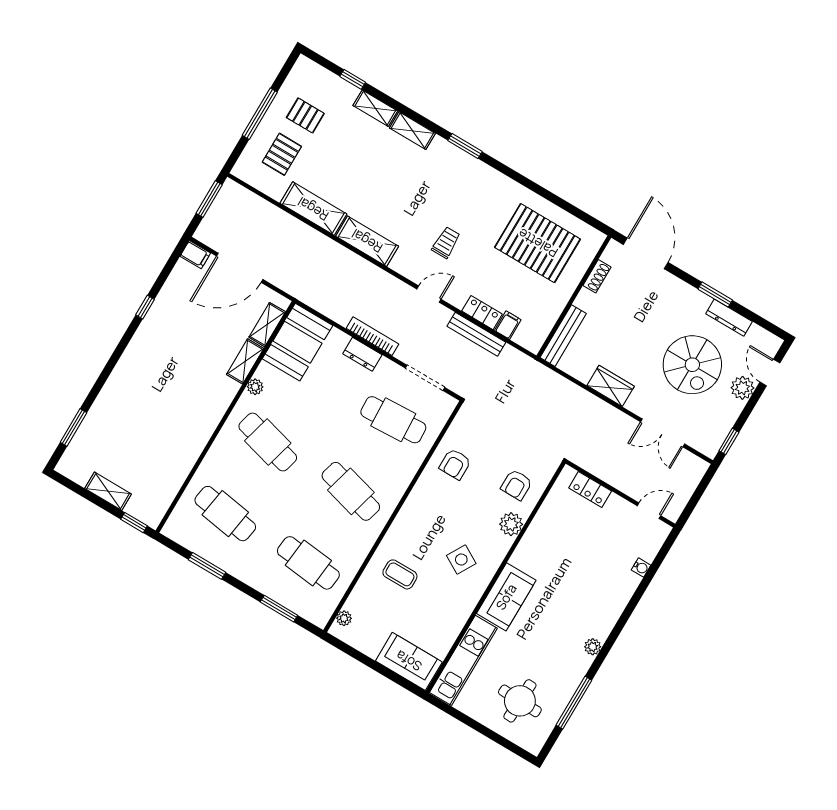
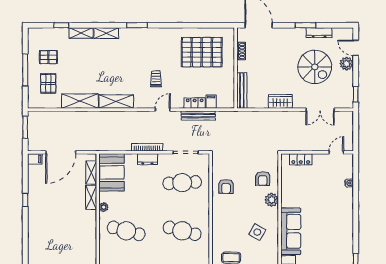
sofa: (506, 597) -> (291, 231), width x1.36
plant: (593, 647) -> (348, 237), removed

